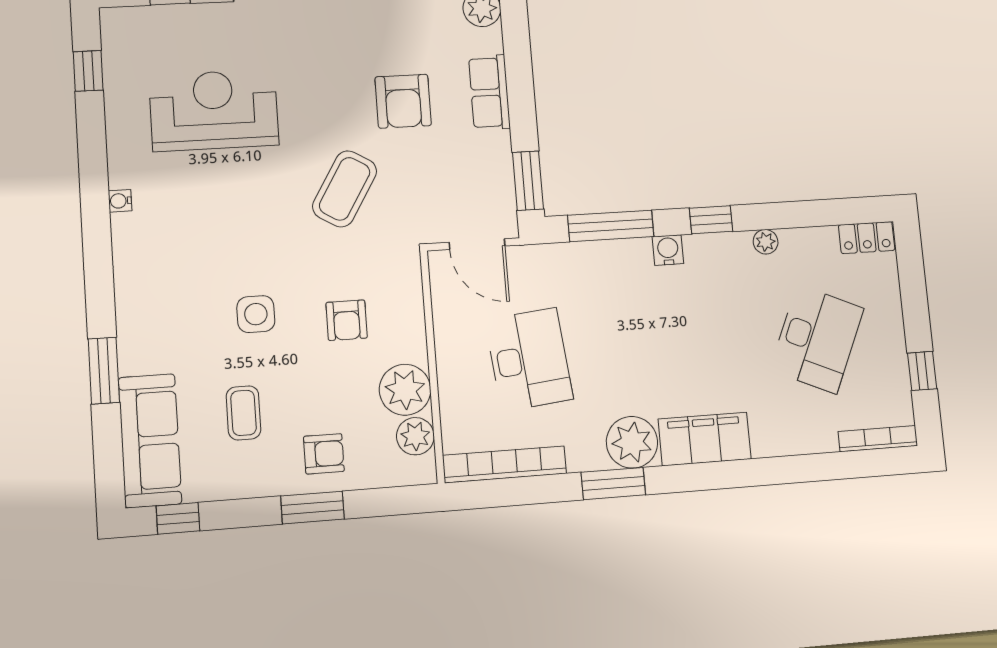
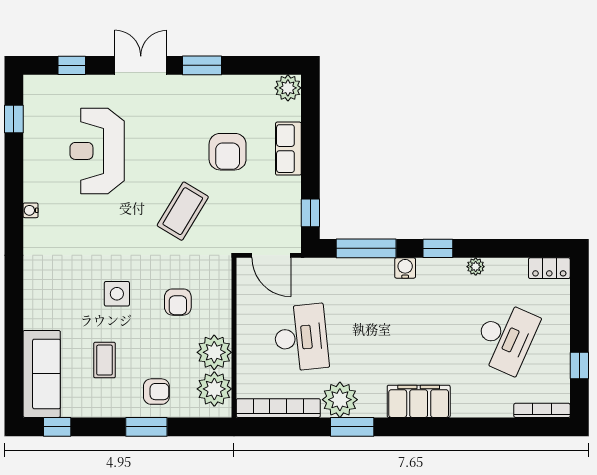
reception desk: (214, 110) -> (97, 151), turned -90
window: (528, 181) -> (310, 213), width x0.67
window: (104, 371) -> (14, 325), removed
plant: (415, 436) -> (214, 389), width x1.36, depth x1.36
plant: (632, 442) -> (340, 400), moved

